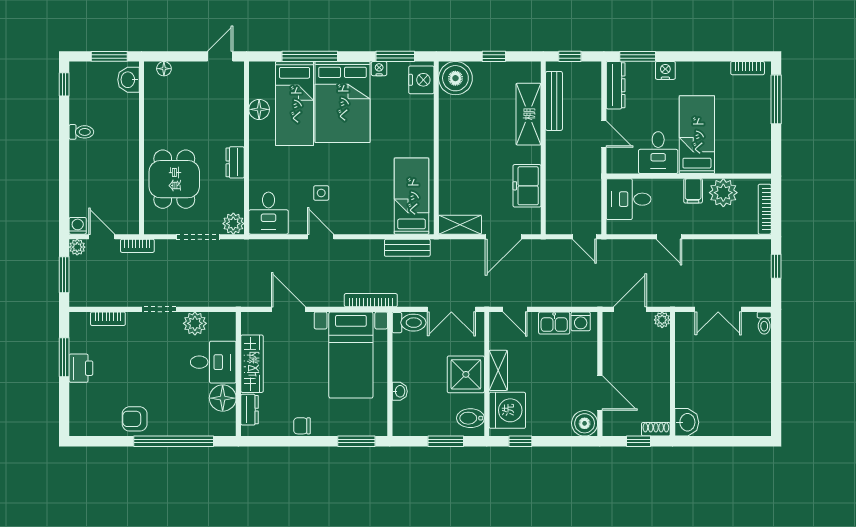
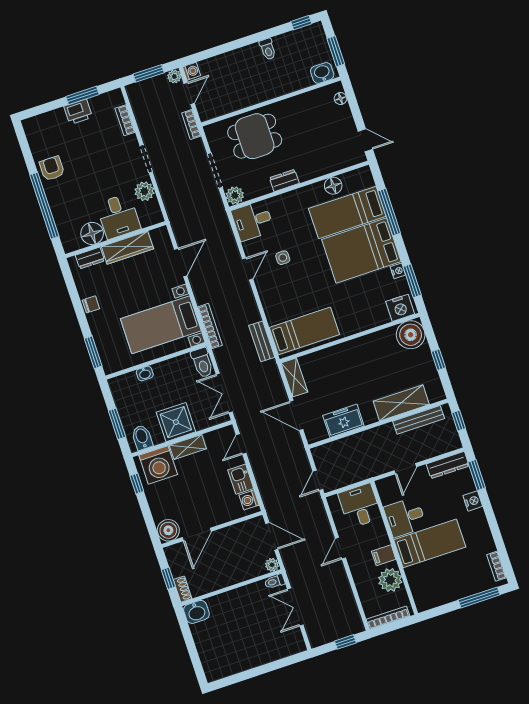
toilet: (764, 323) -> (275, 582), moved
chair: (302, 426) -> (91, 304), turned 90

